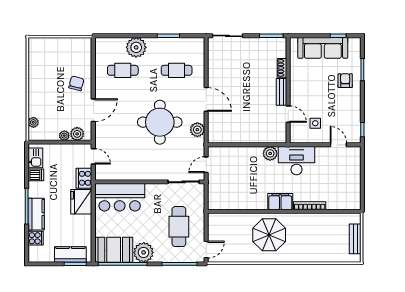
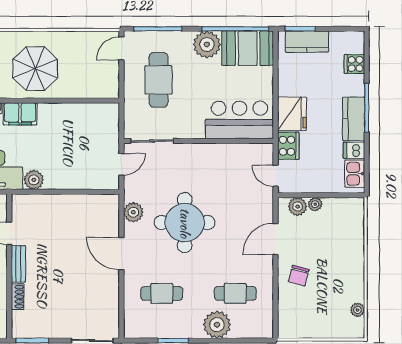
plant: (33, 122) -> (358, 310), moved
kitchen counter: (36, 214) -> (354, 119), moved

